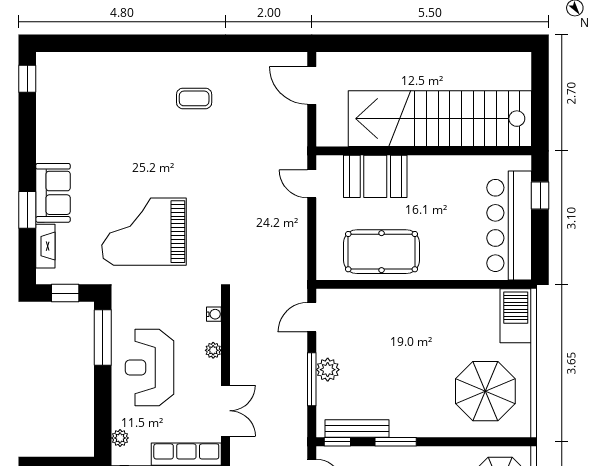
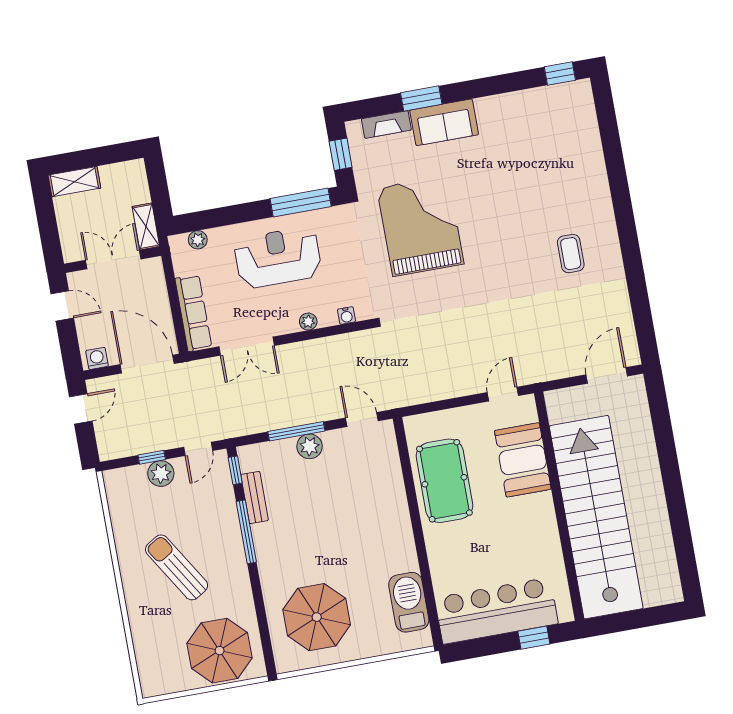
barbecue: (516, 316) -> (409, 602), moved, turned -90
bench: (357, 428) -> (255, 497), width x0.73
window: (396, 442) -> (246, 532), width x1.44

